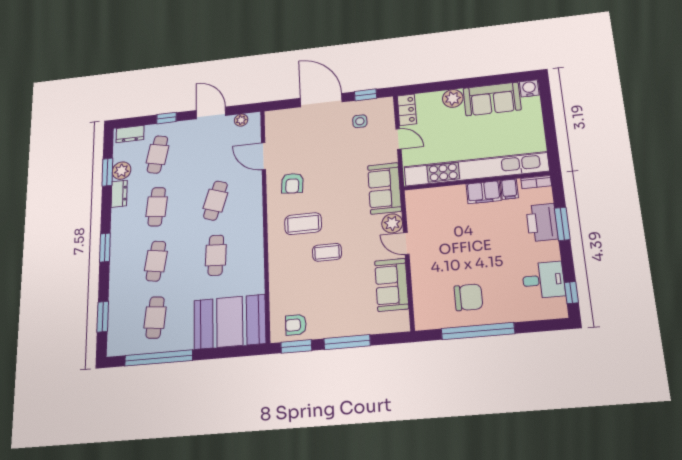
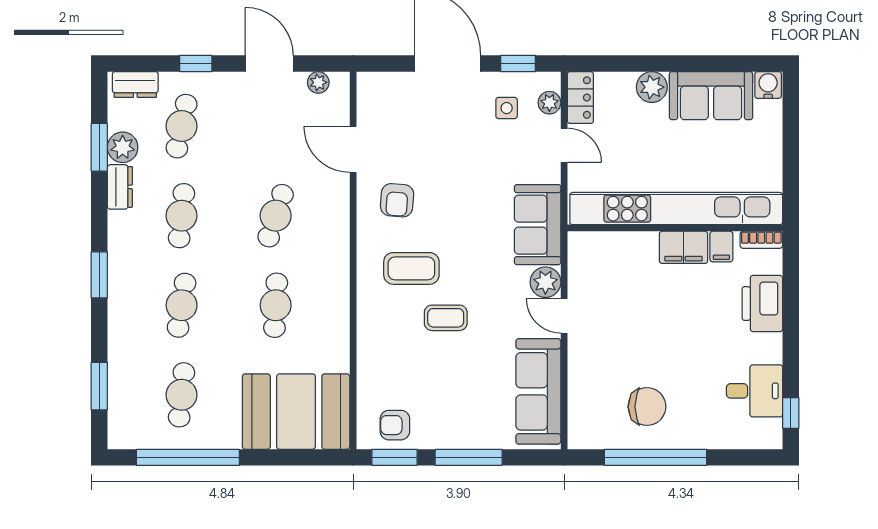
plant: (387, 115) -> (549, 103), added
window: (562, 224) -> (791, 309), removed
sofa: (392, 285) -> (538, 391), width x1.36

